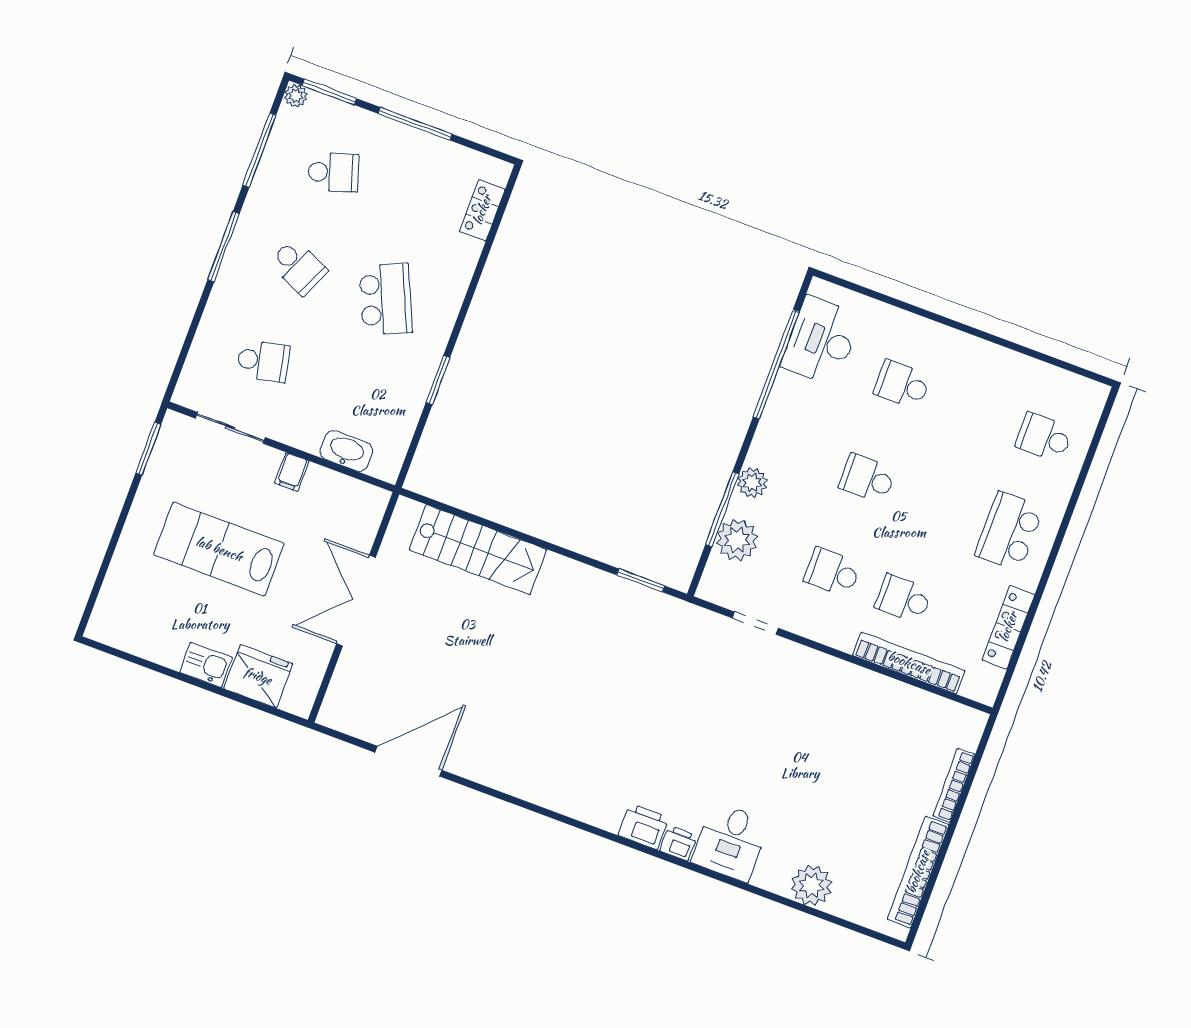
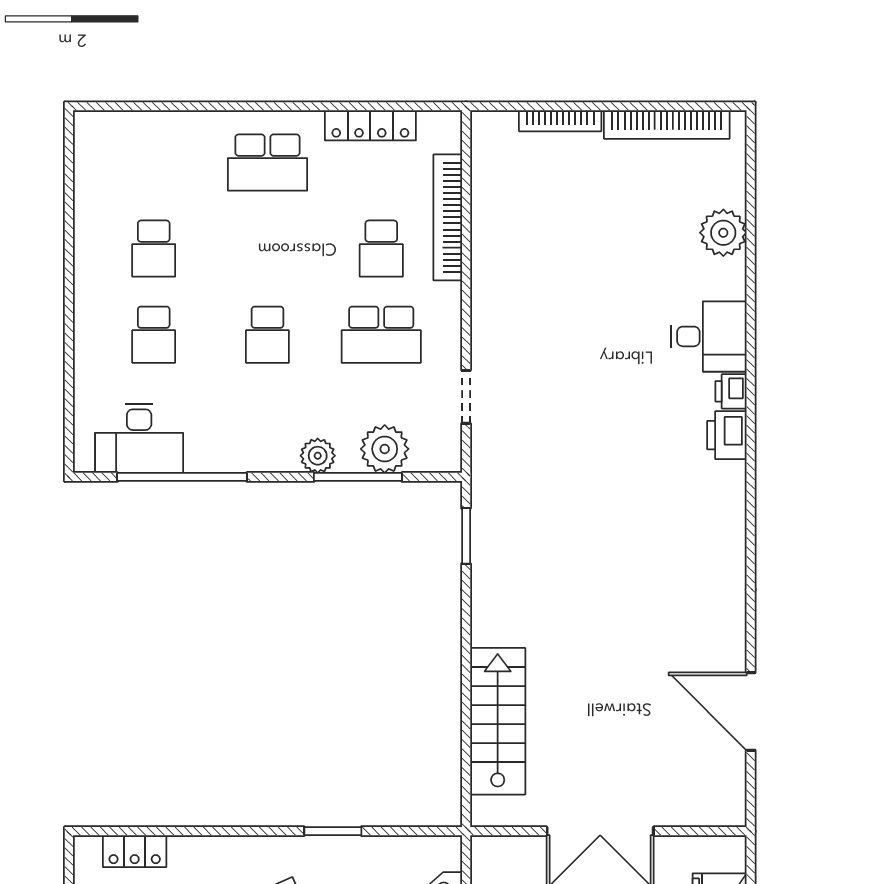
school desk: (1044, 437) -> (154, 249), moved
school desk: (832, 572) -> (381, 335), width x1.85

